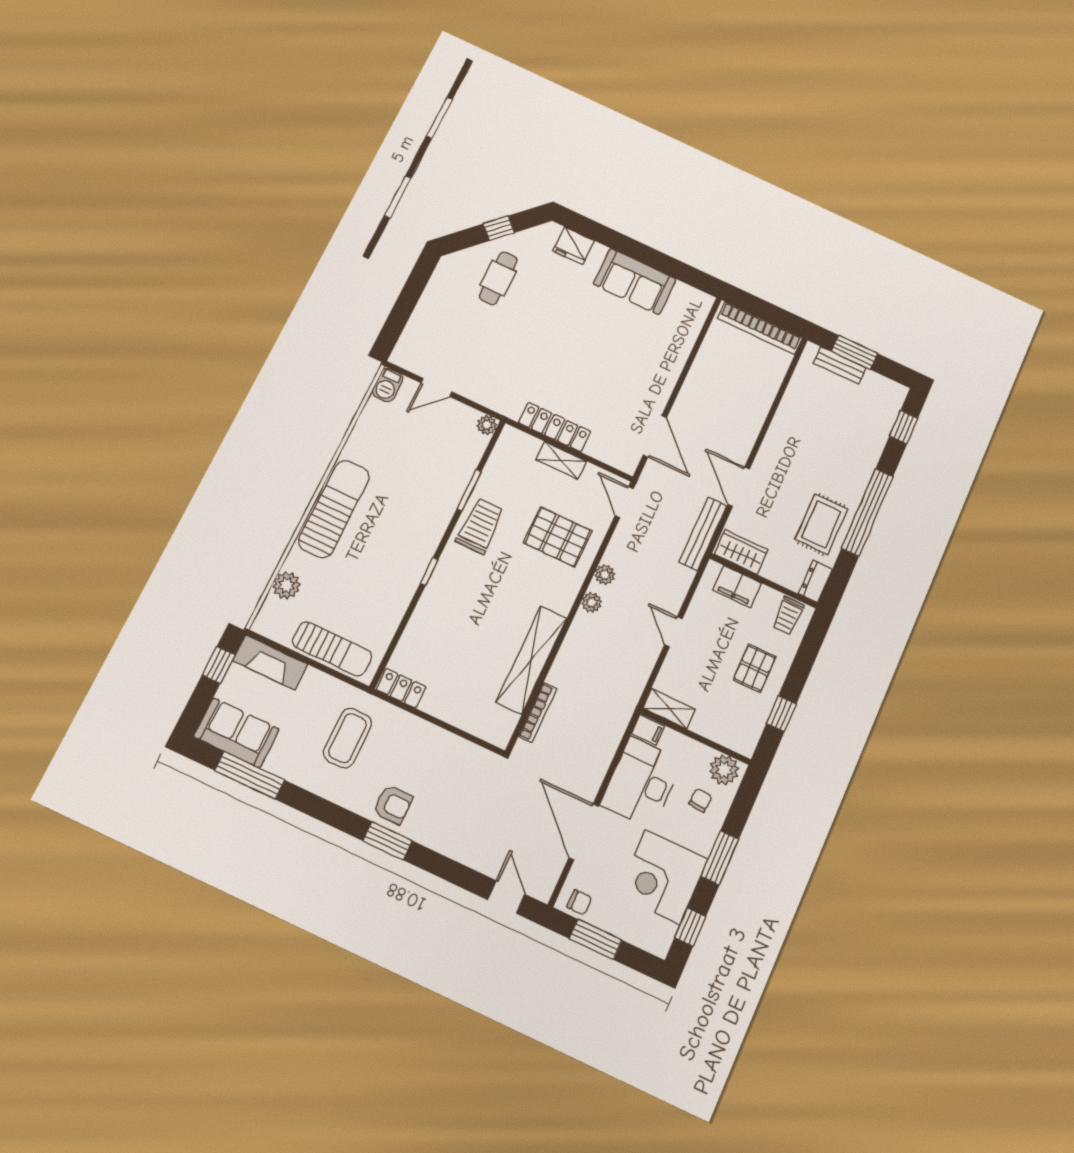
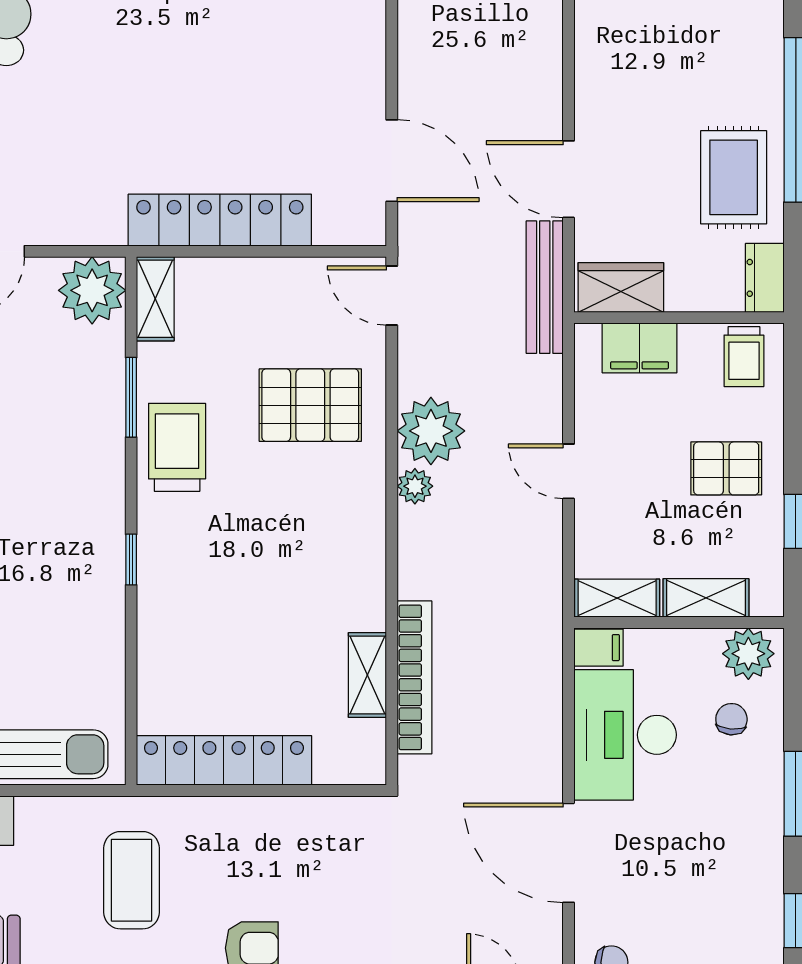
plant: (487, 425) -> (92, 290), width x1.87, depth x1.87
locker: (555, 427) -> (220, 220), width x1.41, depth x1.21
shelving: (561, 460) -> (155, 299), moved, turned 90
plant: (605, 575) -> (431, 431), width x1.88, depth x1.88
shelving: (531, 660) -> (367, 675), width x0.45, depth x0.75
pallet: (754, 668) -> (726, 468), turned 90
locker: (401, 688) -> (224, 760), width x2.16, depth x1.21
bookcase: (538, 713) -> (414, 677), width x1.48, depth x1.31
shelving: (715, 730) -> (706, 598), added
corner desk: (663, 877) -> (724, 864), removed

